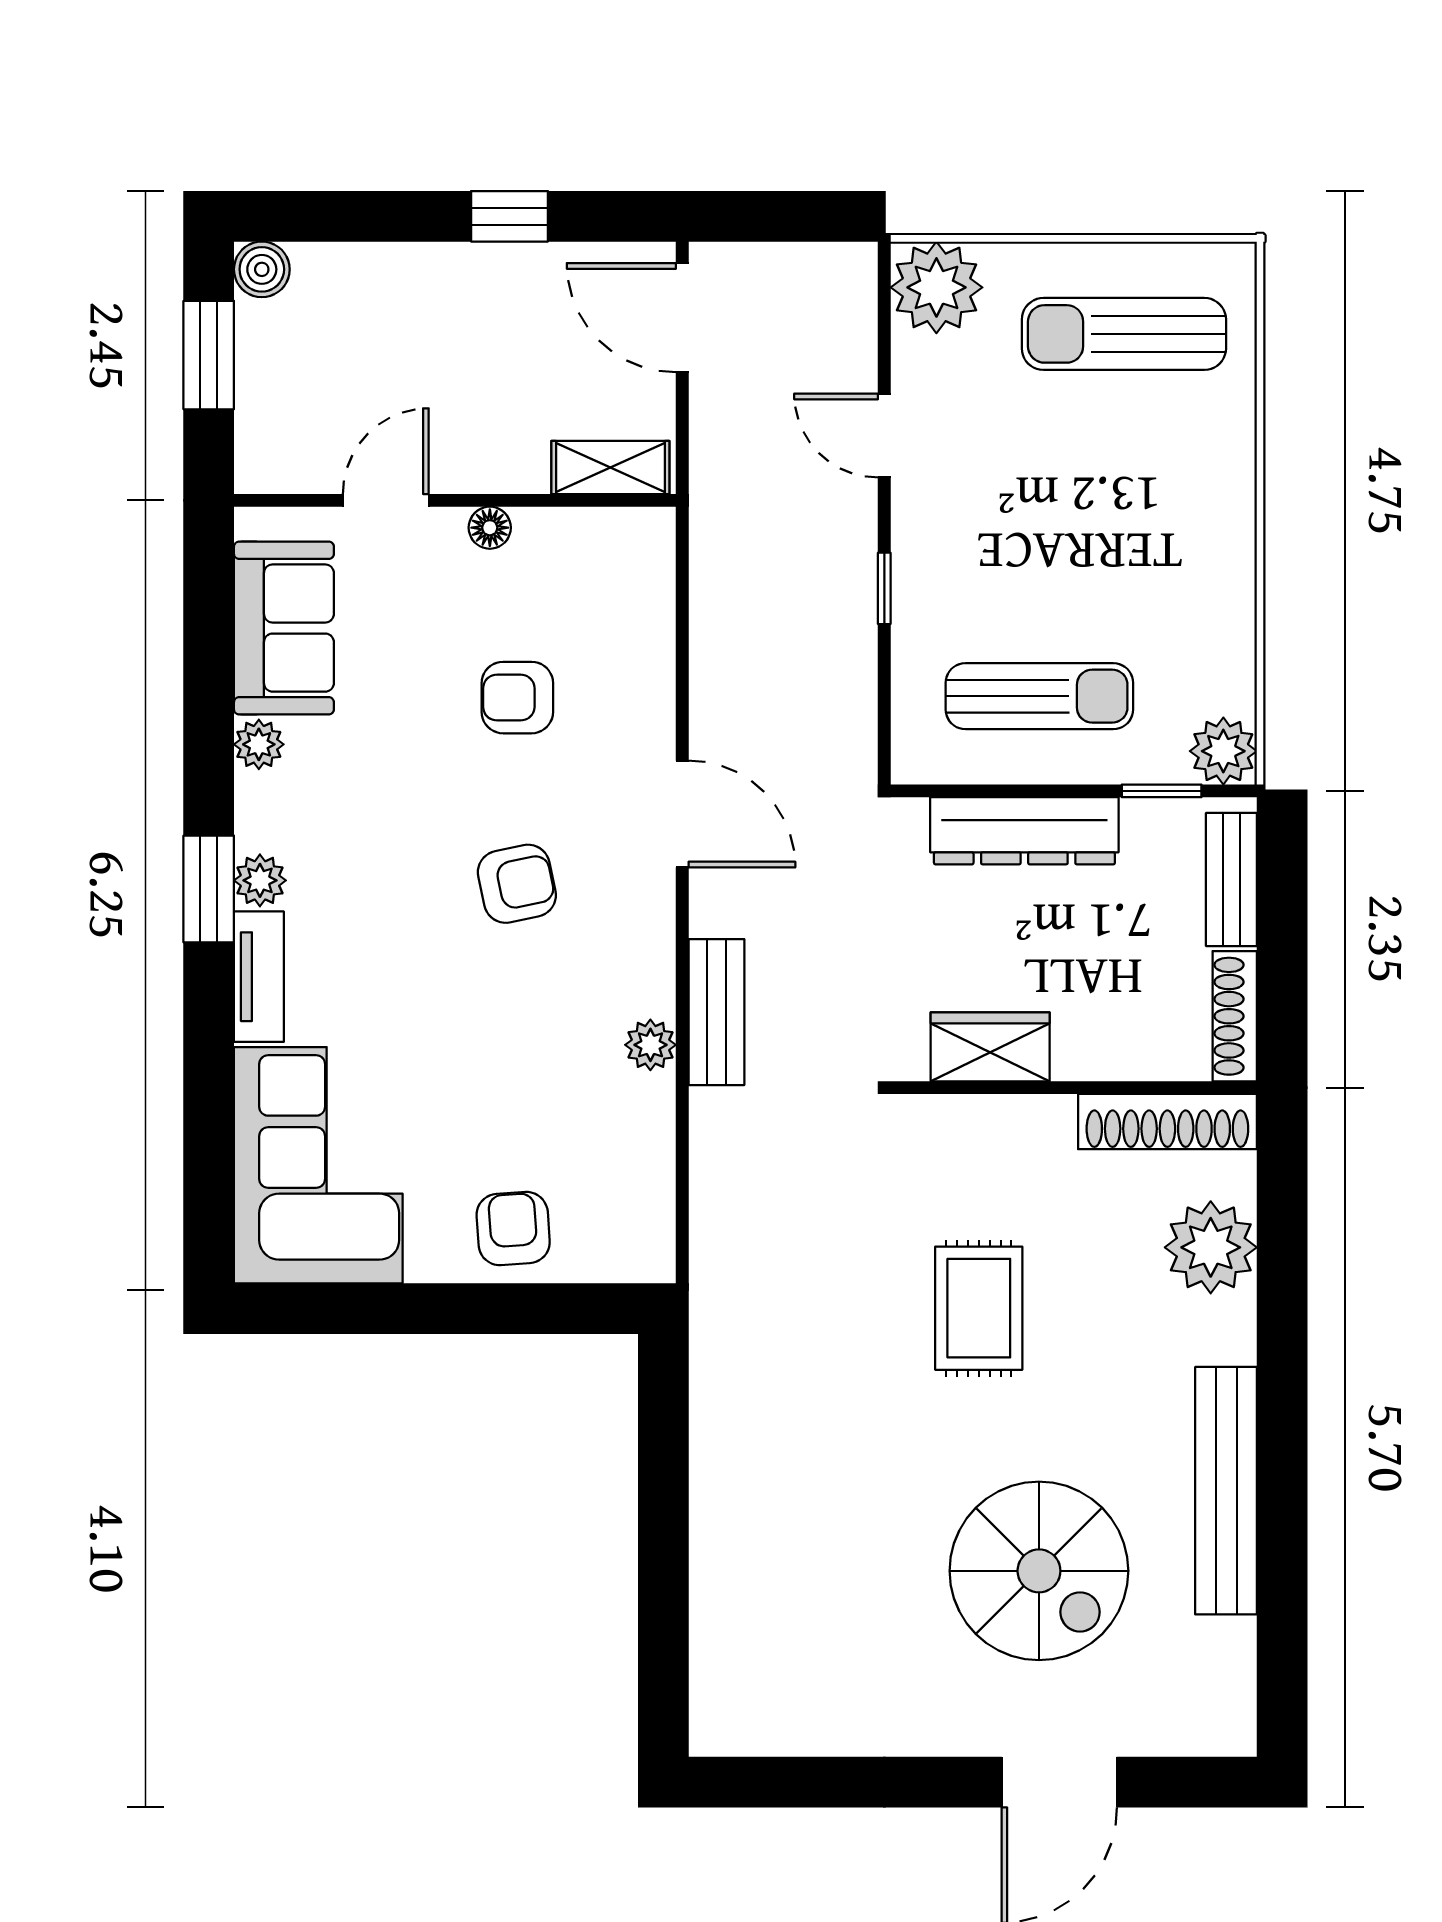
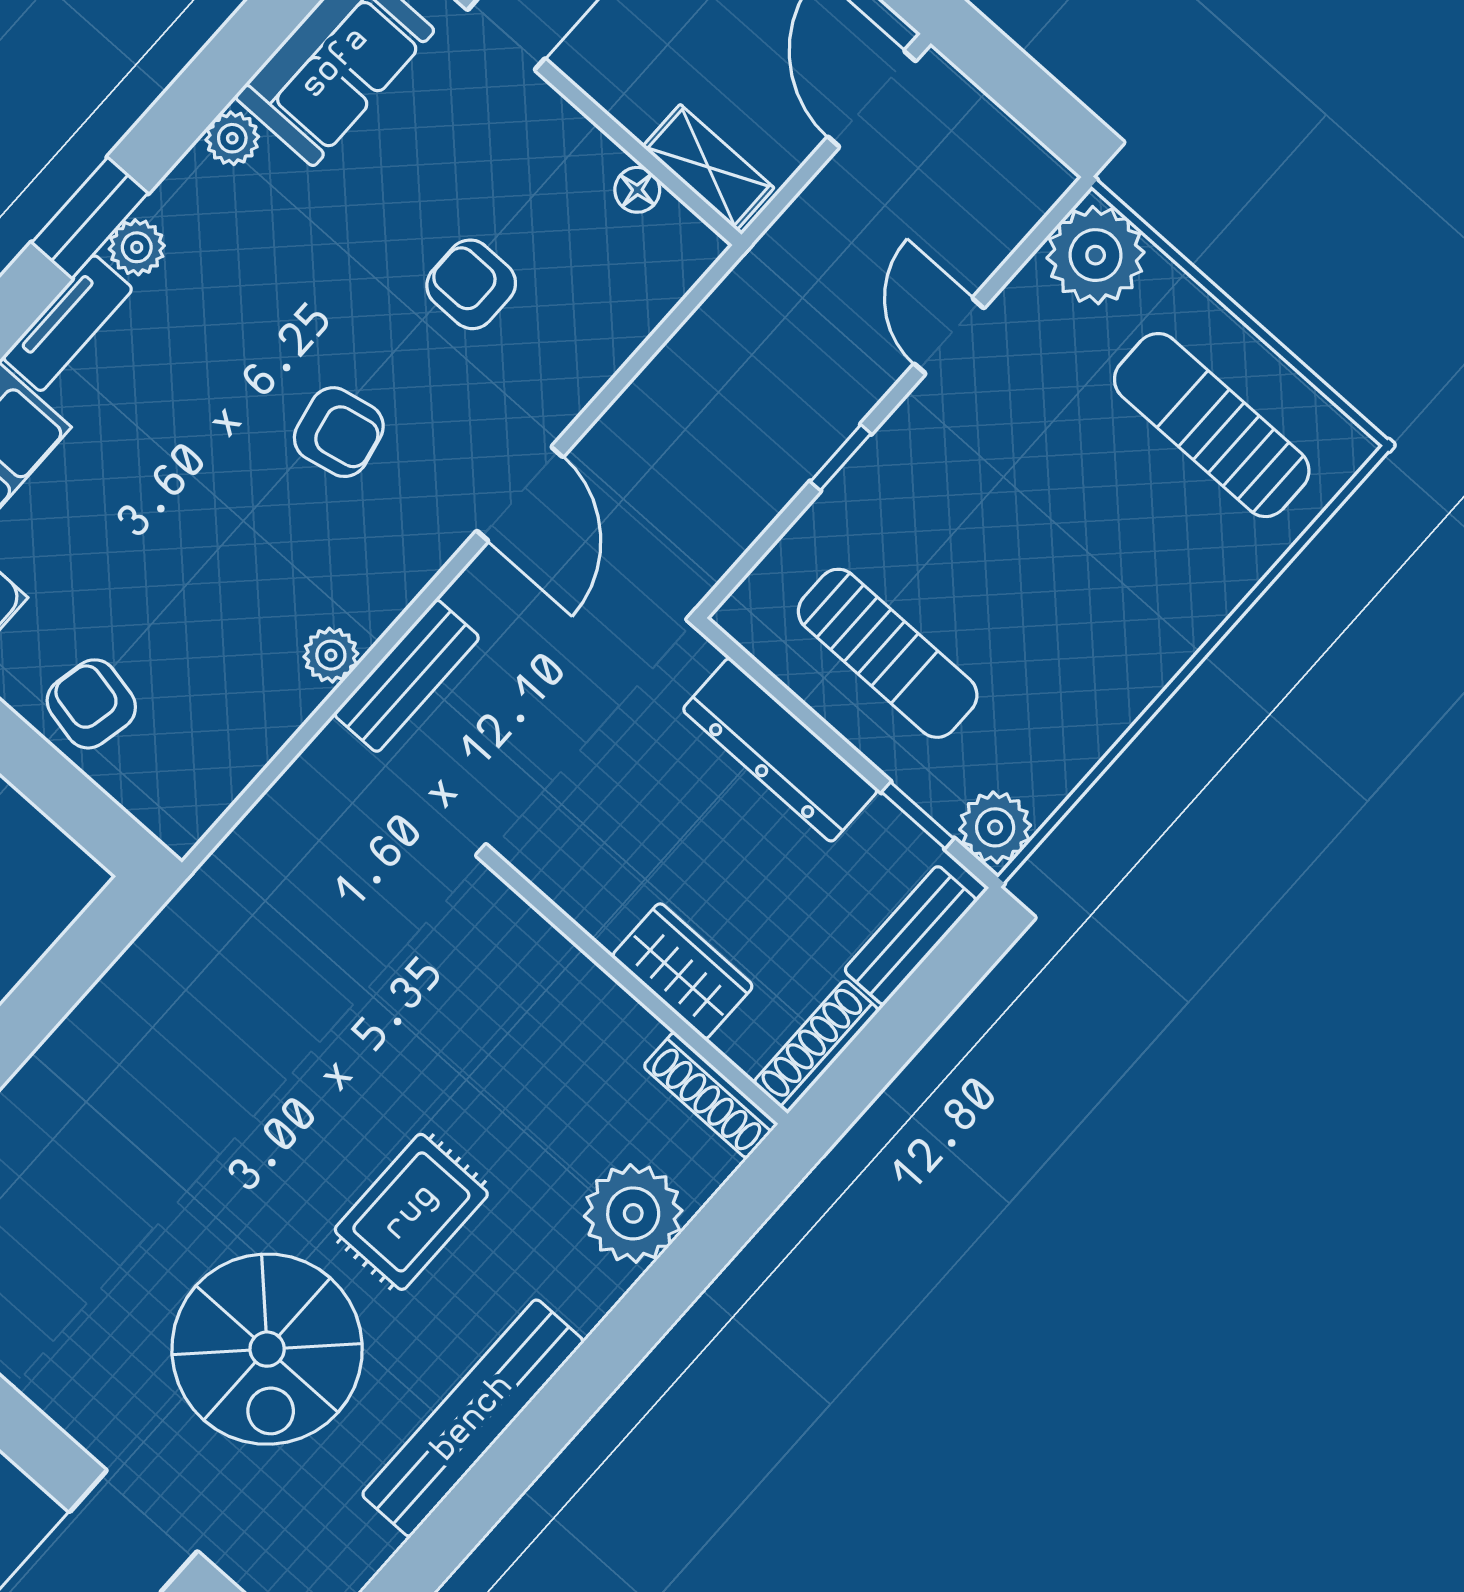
floor lamp: (490, 528) -> (637, 190), moved
wardrobe: (990, 1047) -> (682, 971), moved
shoe rack: (1167, 1122) -> (710, 1095), width x0.74, depth x0.81
armchair: (513, 1229) -> (91, 704), turned -74
rug: (979, 1308) -> (411, 1212), moved

